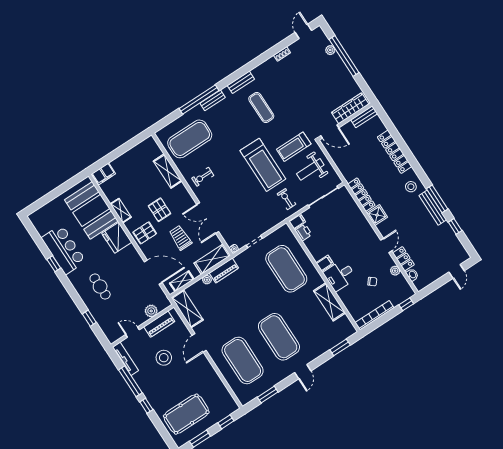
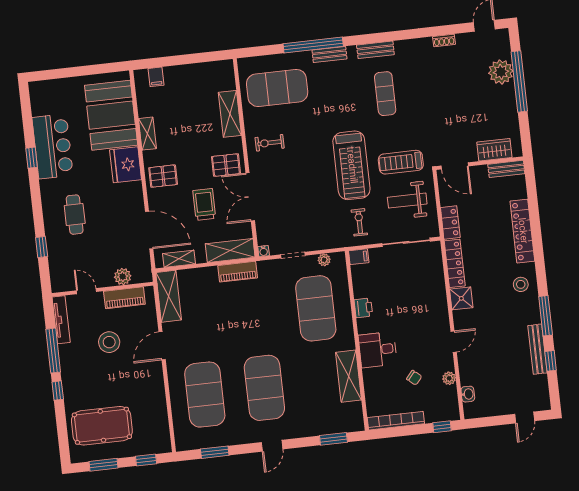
plant: (330, 50) -> (501, 72), width x1.88, depth x1.88
wardrobe: (350, 108) -> (494, 150), width x0.67
filing cabinet: (104, 174) -> (156, 77), width x0.50
bench: (433, 208) -> (538, 349), moved
pallet: (159, 210) -> (226, 165), moved, turned 90
printer: (304, 233) -> (363, 308), moved
locker: (403, 259) -> (450, 223), moved
filing cabinet: (325, 263) -> (367, 325), removed
plant: (207, 280) -> (324, 260), moved

